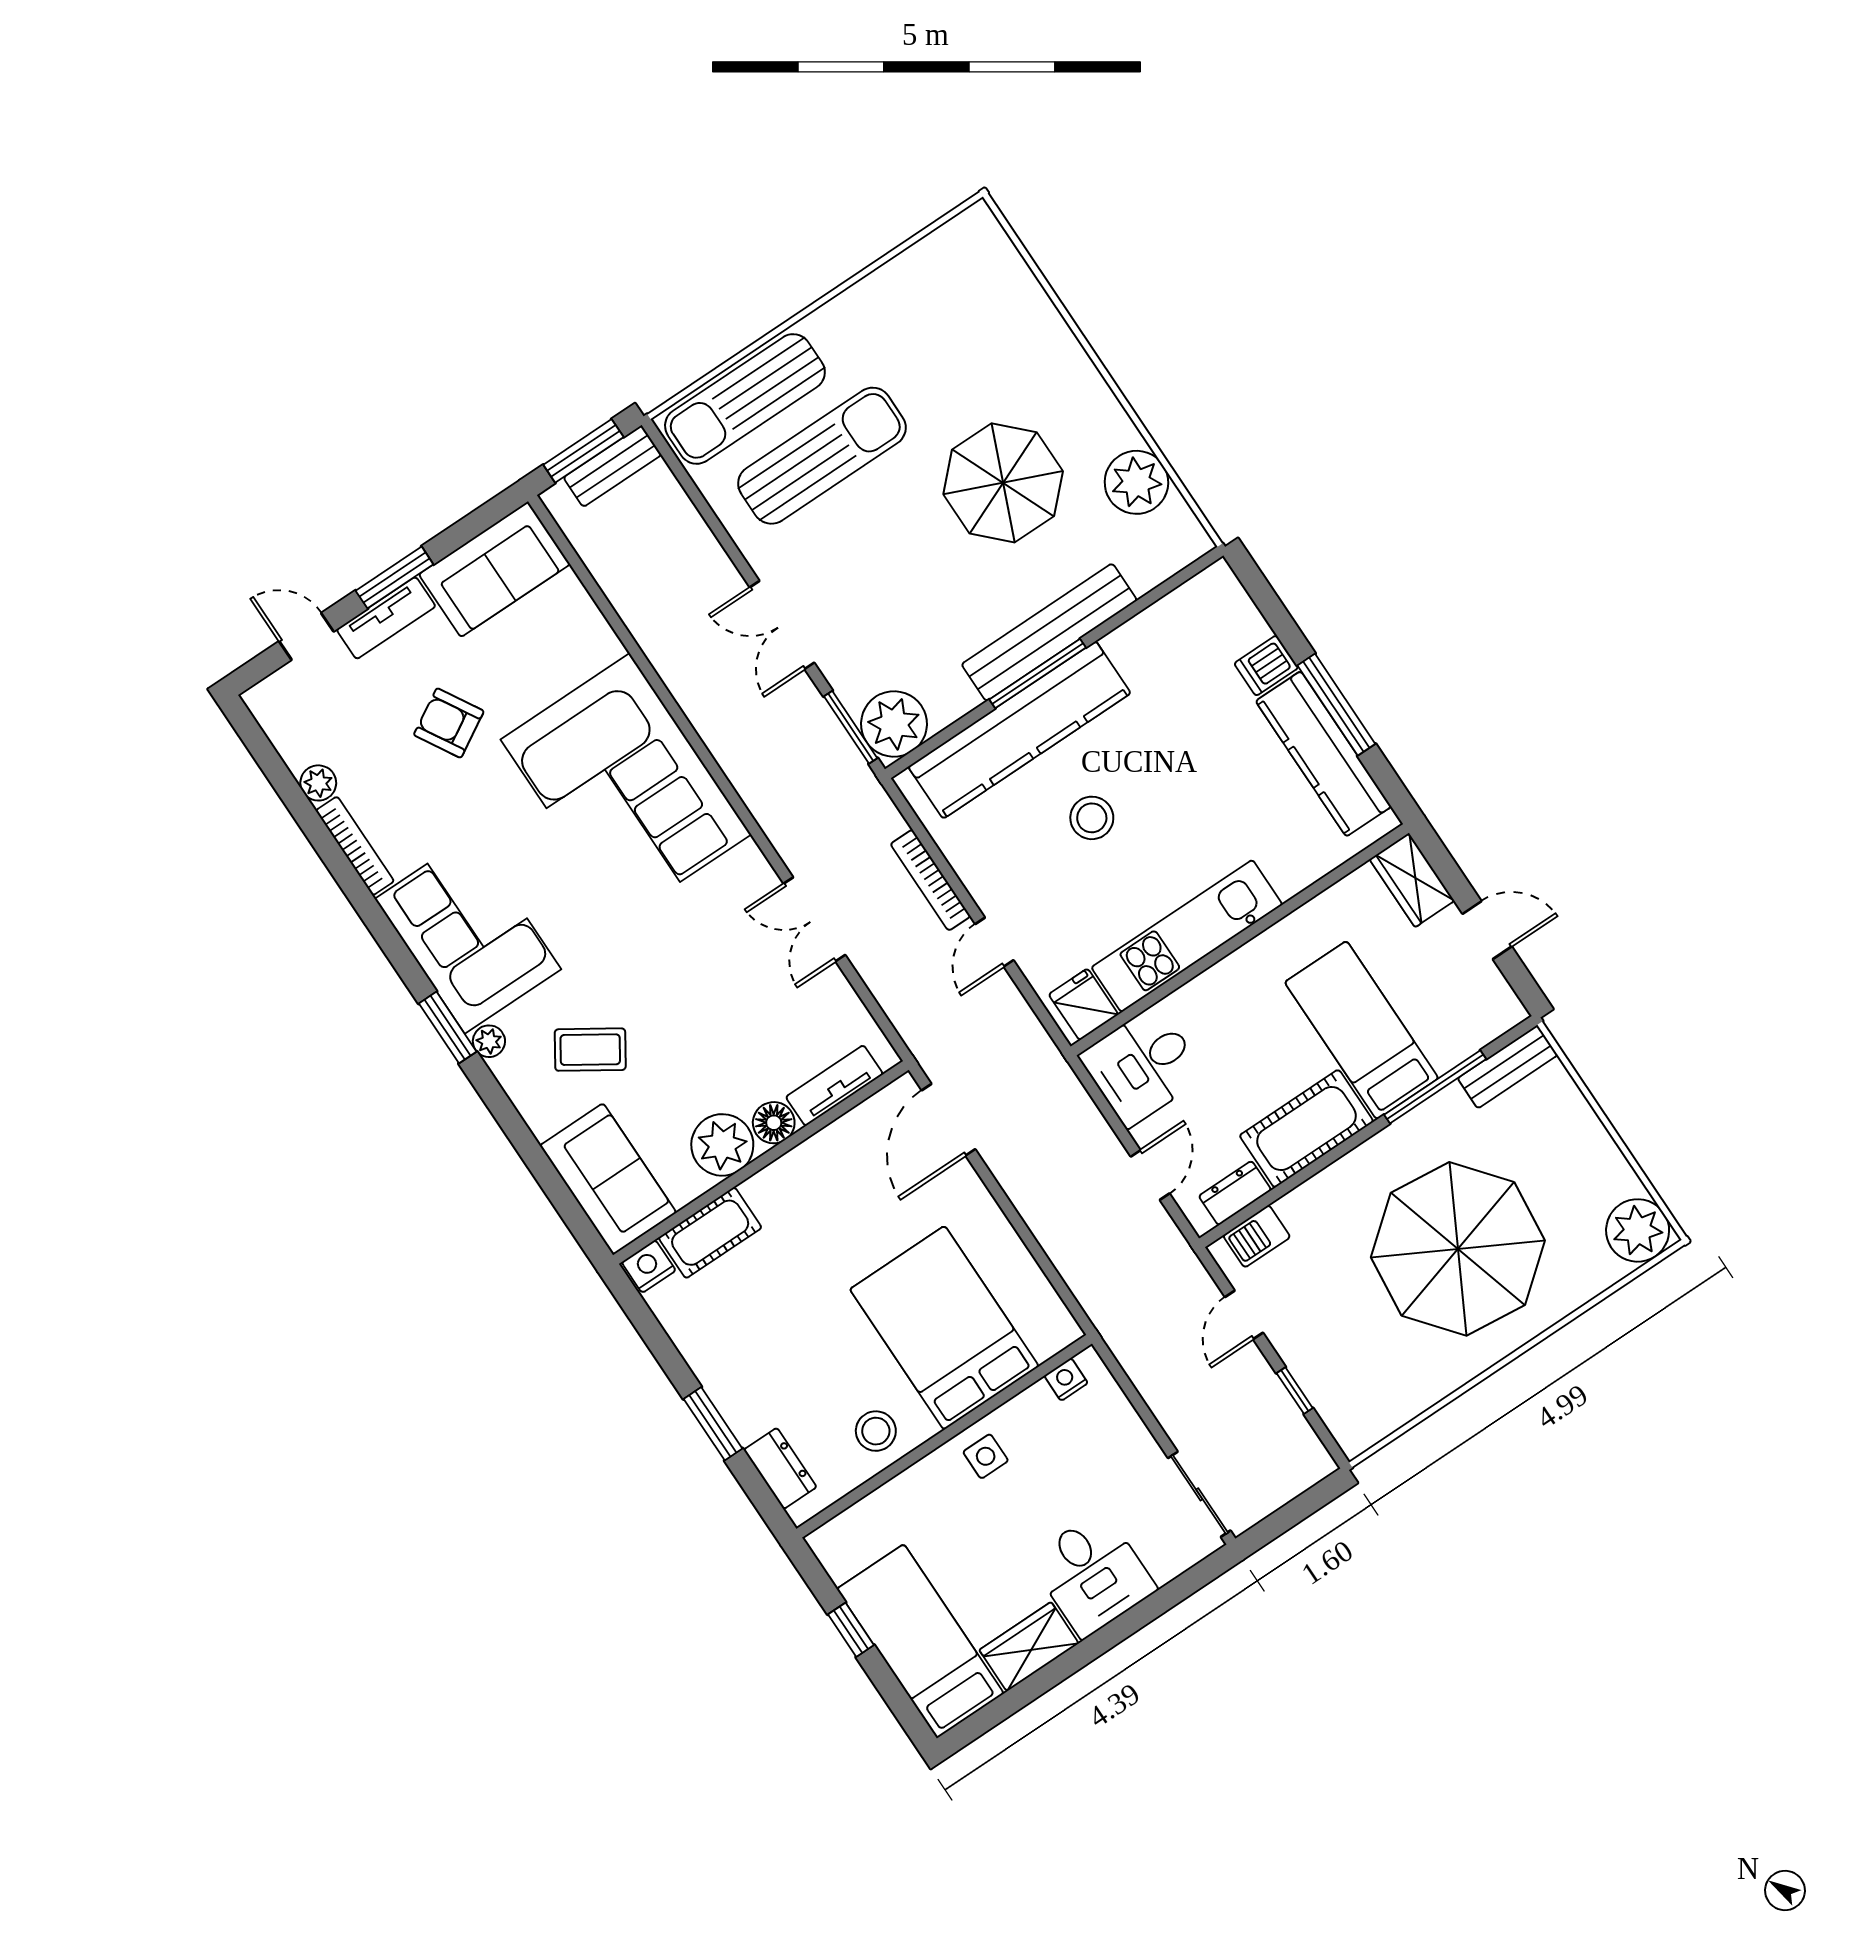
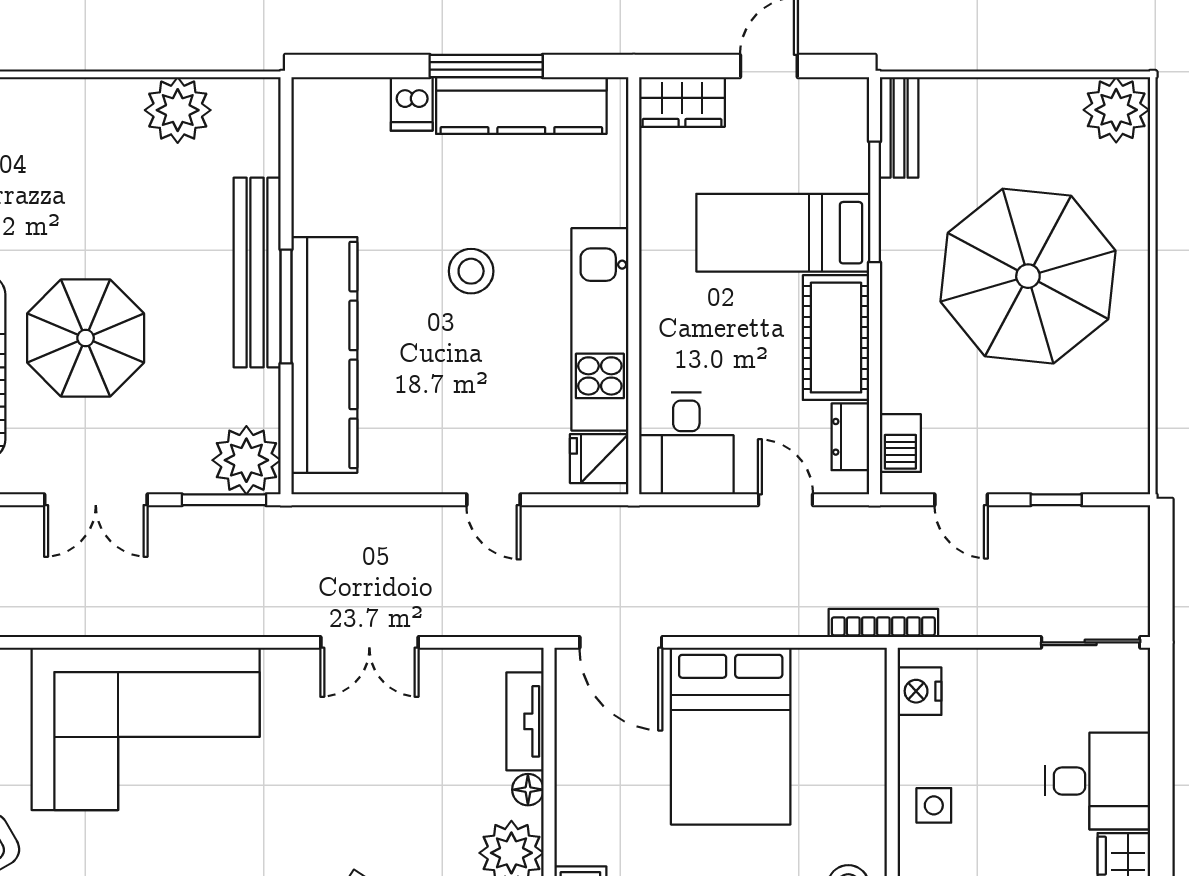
parasol: (1003, 483) -> (86, 338), moved
stool: (1092, 818) -> (471, 271), moved
bookcase: (930, 880) -> (883, 623), moved, turned 180
floor lamp: (774, 1123) -> (528, 790), width x0.73, depth x0.73
bed: (944, 1328) -> (731, 736), moved, turned -90
nightstand: (1066, 1379) -> (920, 691), width x1.39, depth x1.35

